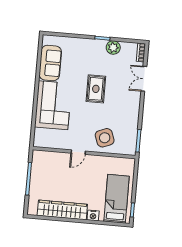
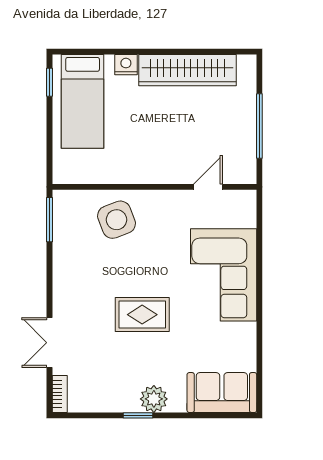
plant: (113, 48) -> (154, 399), moved
sofa: (50, 63) -> (222, 393), moved, turned 90
double door: (144, 79) -> (49, 343), swing flipped
rug: (96, 89) -> (142, 315), turned 90
door: (78, 152) -> (208, 187), moved

